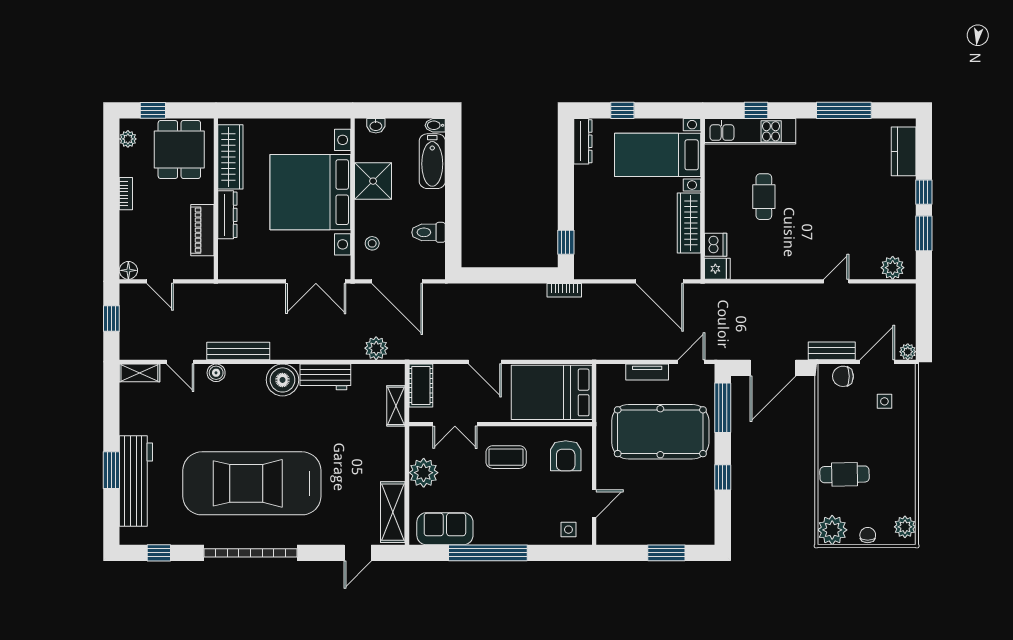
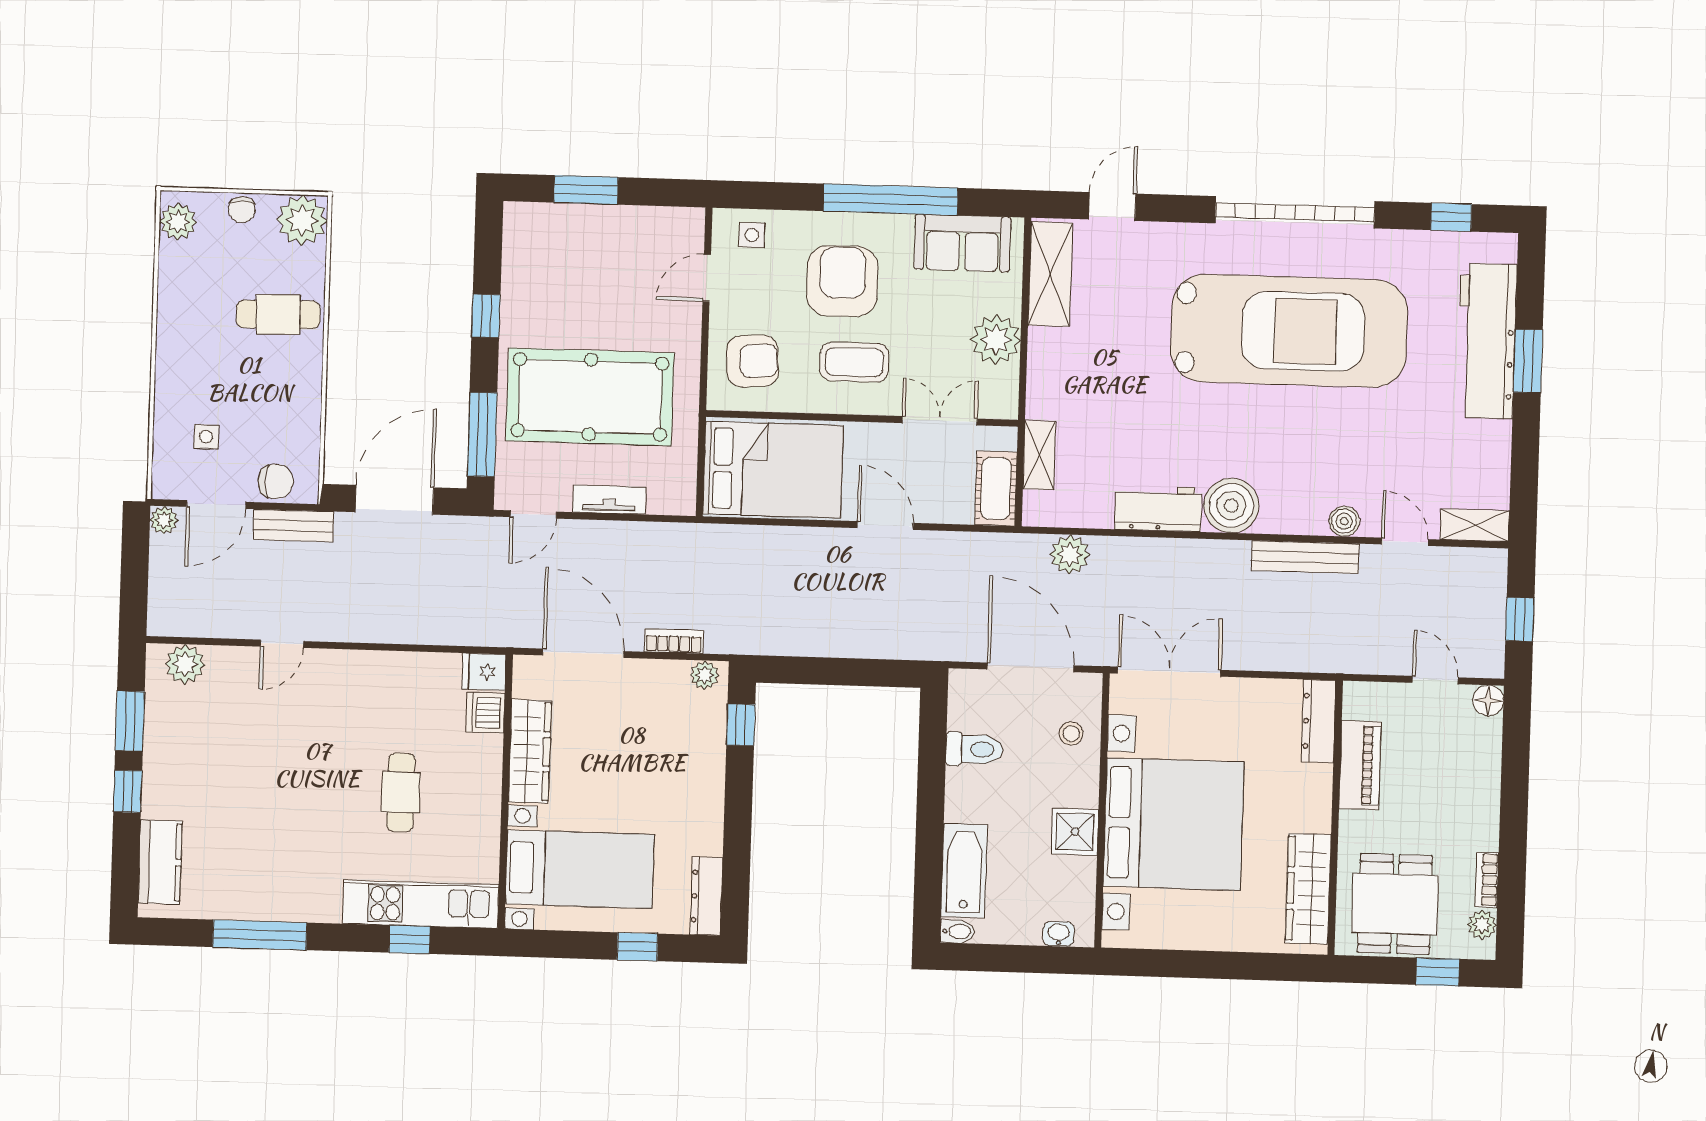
shower: (373, 181) -> (1075, 832), width x0.73, depth x0.73
bookcase: (126, 194) -> (1487, 880), moved
dresser: (227, 215) -> (1319, 721), moved
plant: (588, 271) -> (705, 675), added
bookcase: (564, 290) -> (674, 641), moved
armchair: (566, 456) -> (753, 361), turned 86
armchair: (515, 504) -> (842, 281), added

